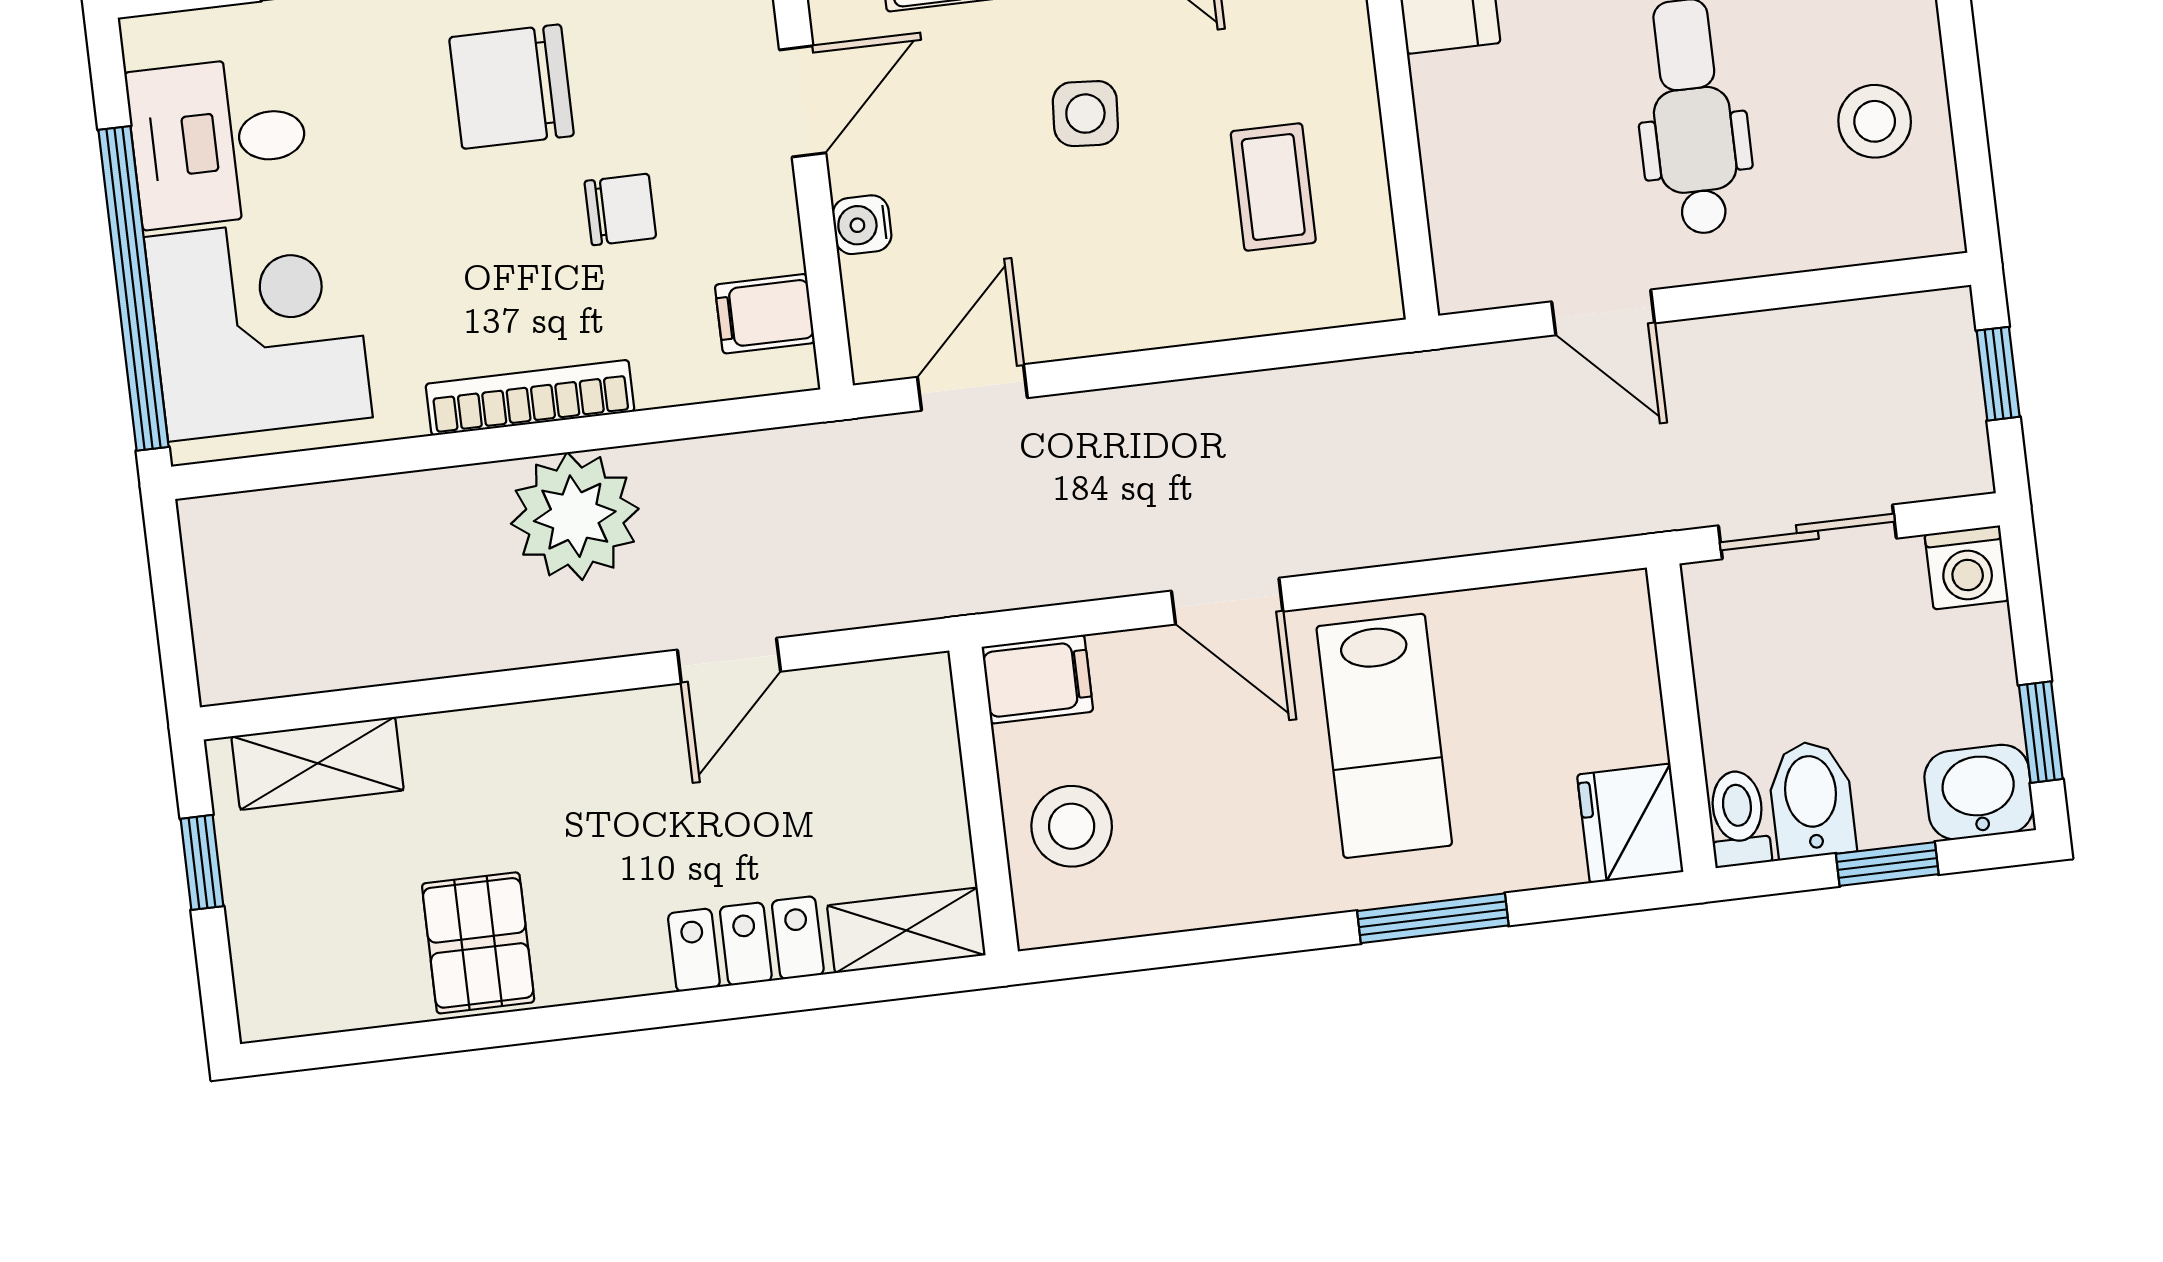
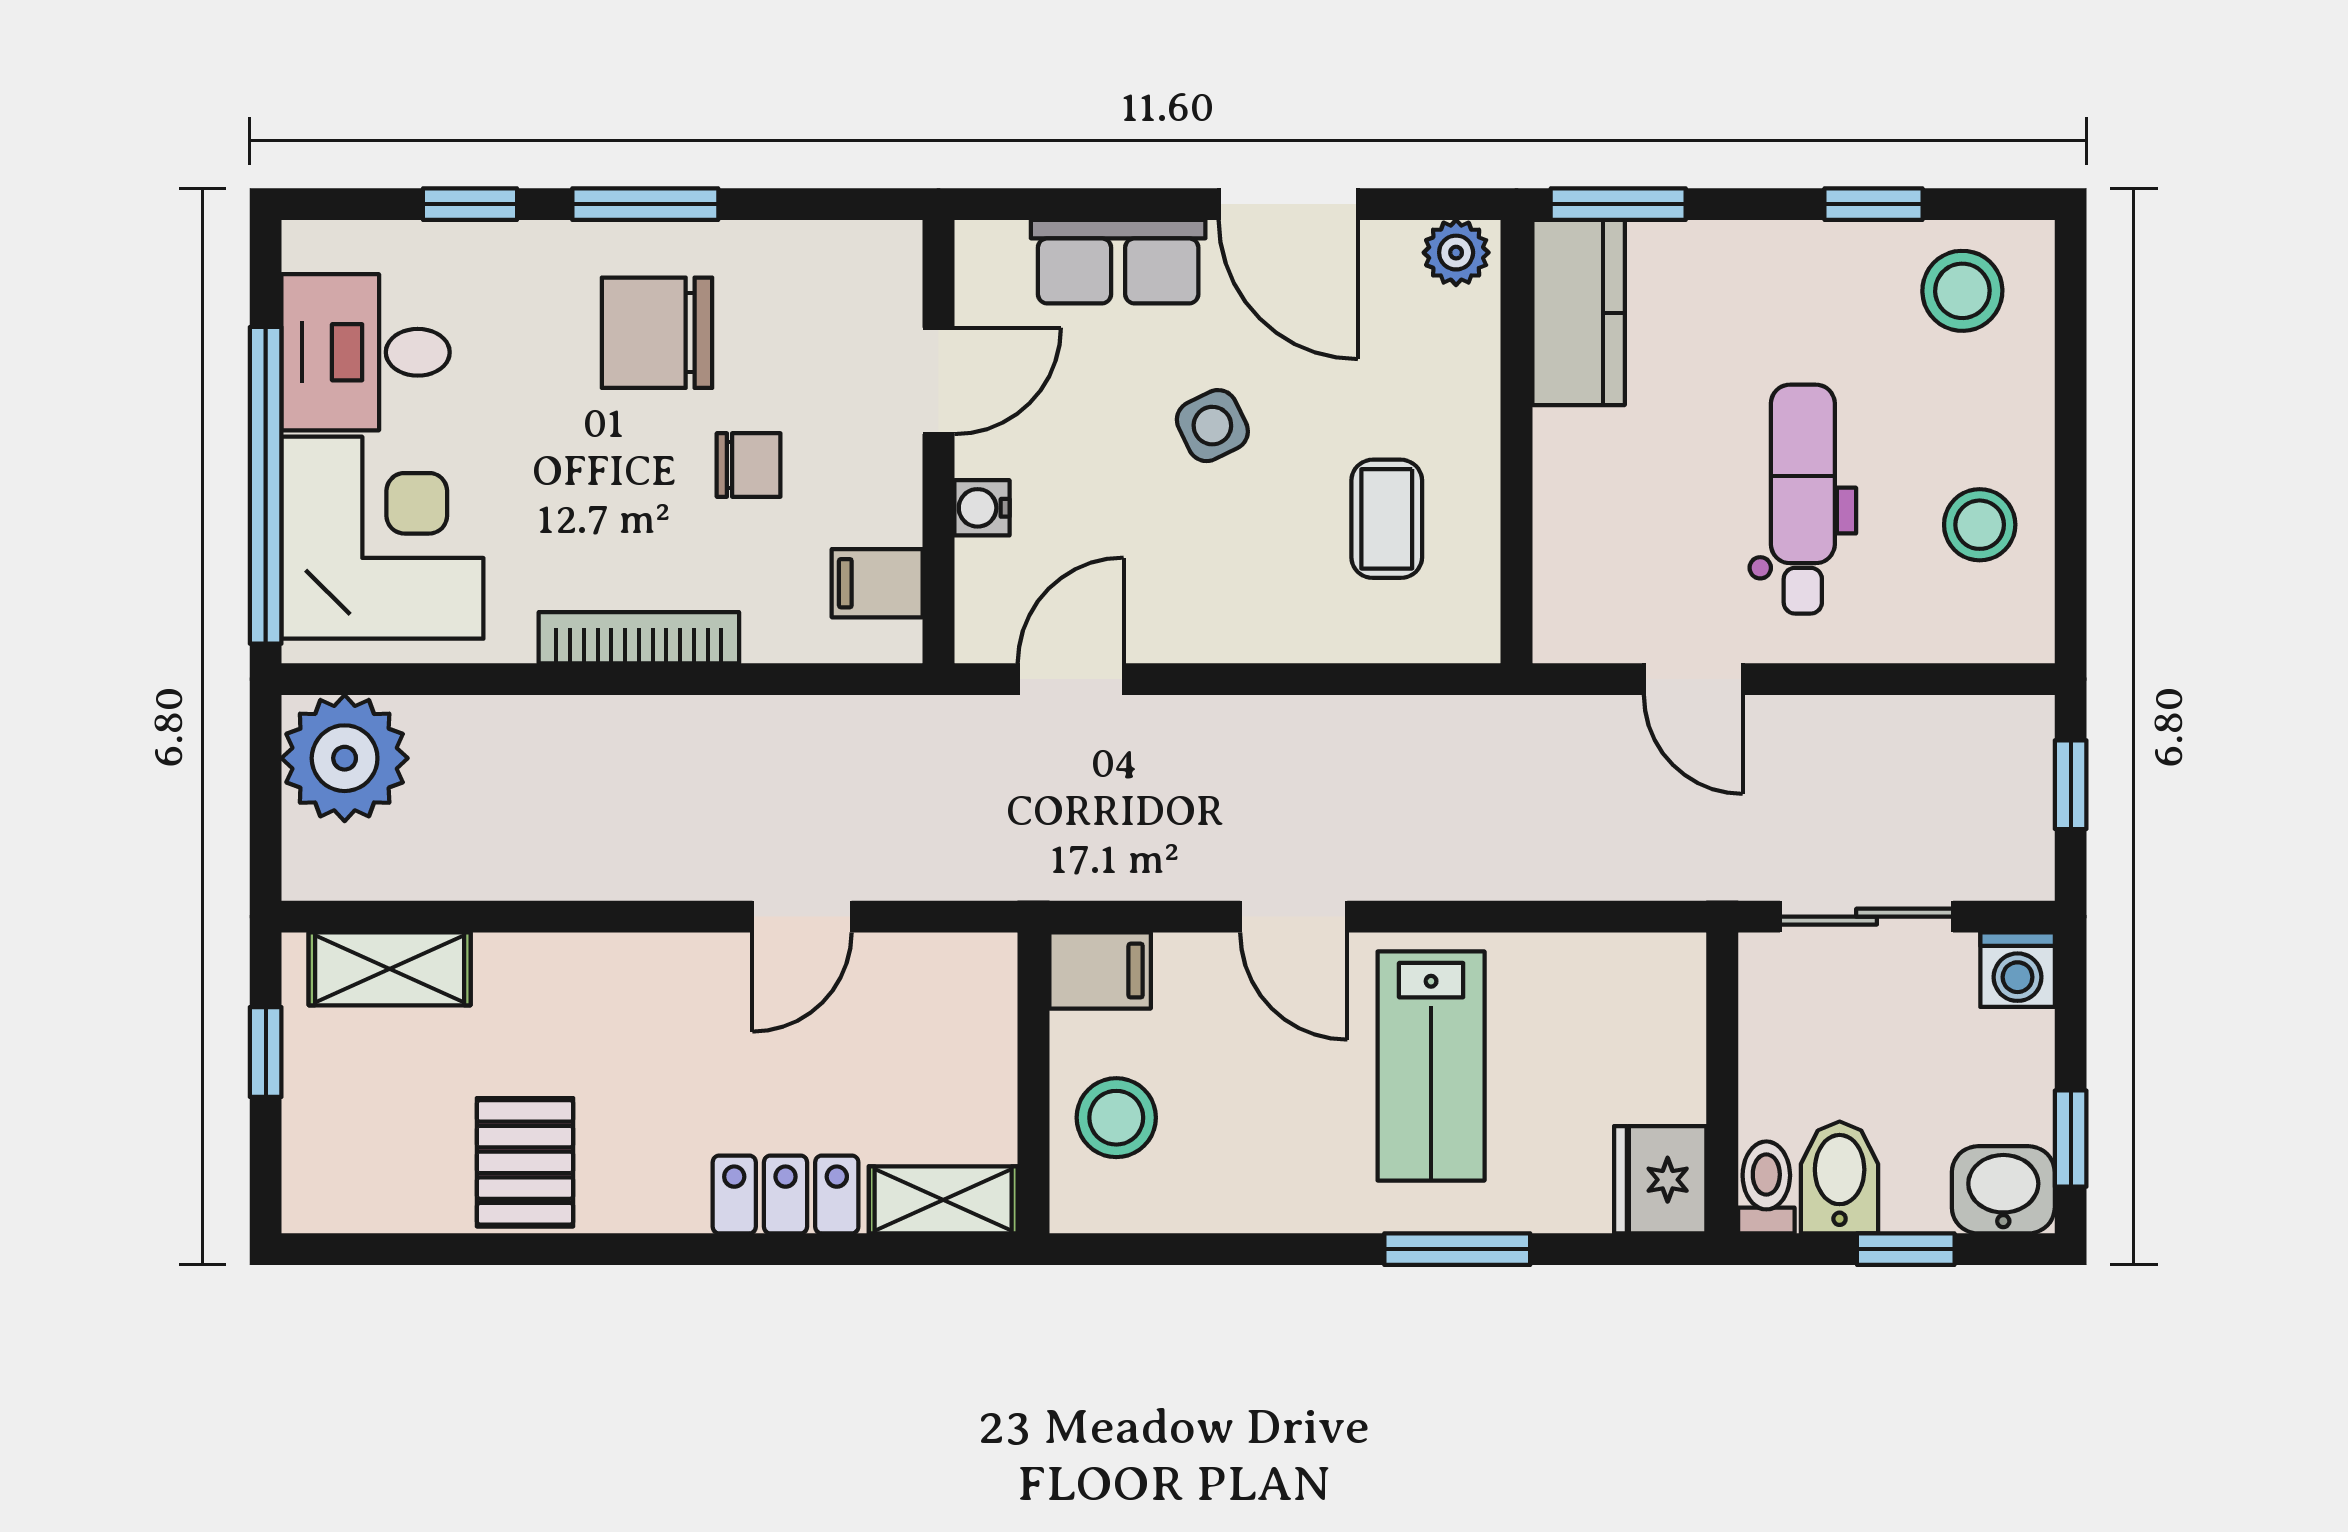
side table: (1085, 114) -> (1212, 426), turned -30
plant: (575, 516) -> (345, 758), moved

